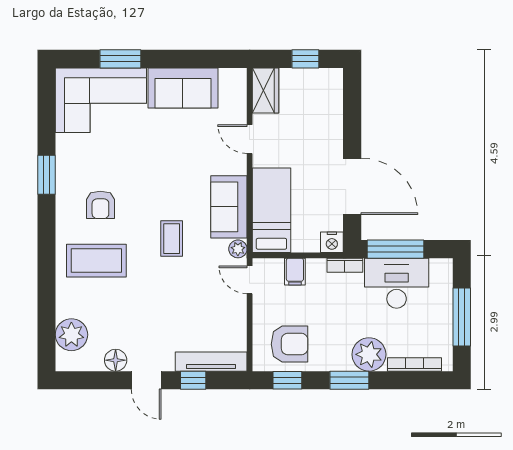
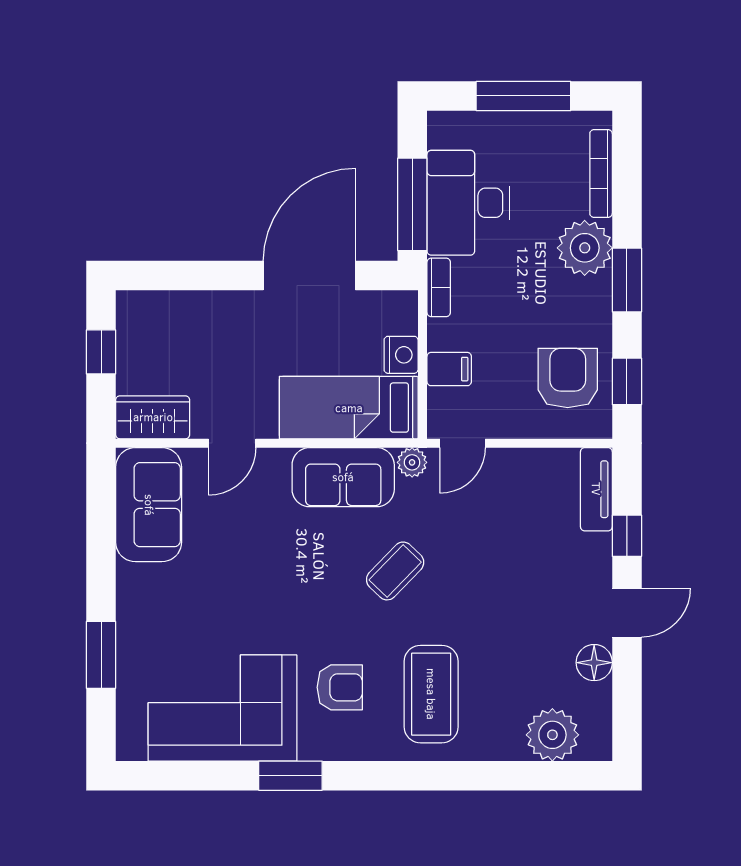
sofa: (183, 88) -> (149, 505), moved
corner sofa: (101, 100) -> (223, 708), moved, turned -90
coffee table: (172, 239) -> (395, 571), turned -46
nightstand: (332, 242) -> (401, 355), moved
tv unit: (211, 362) -> (596, 489), width x0.71

